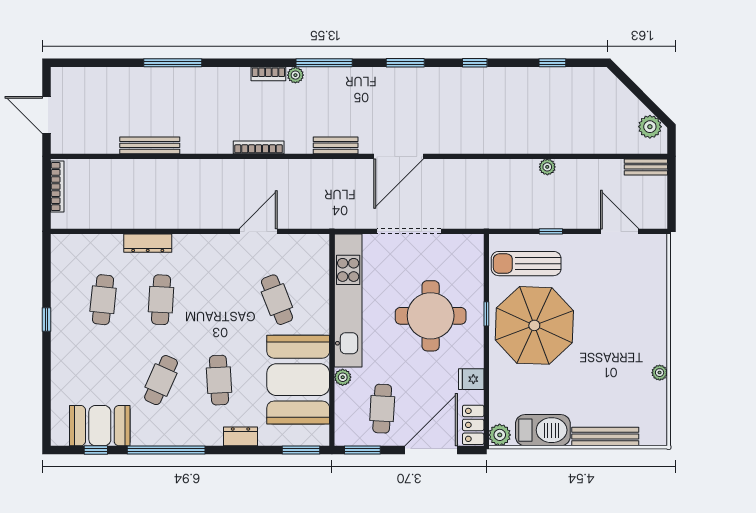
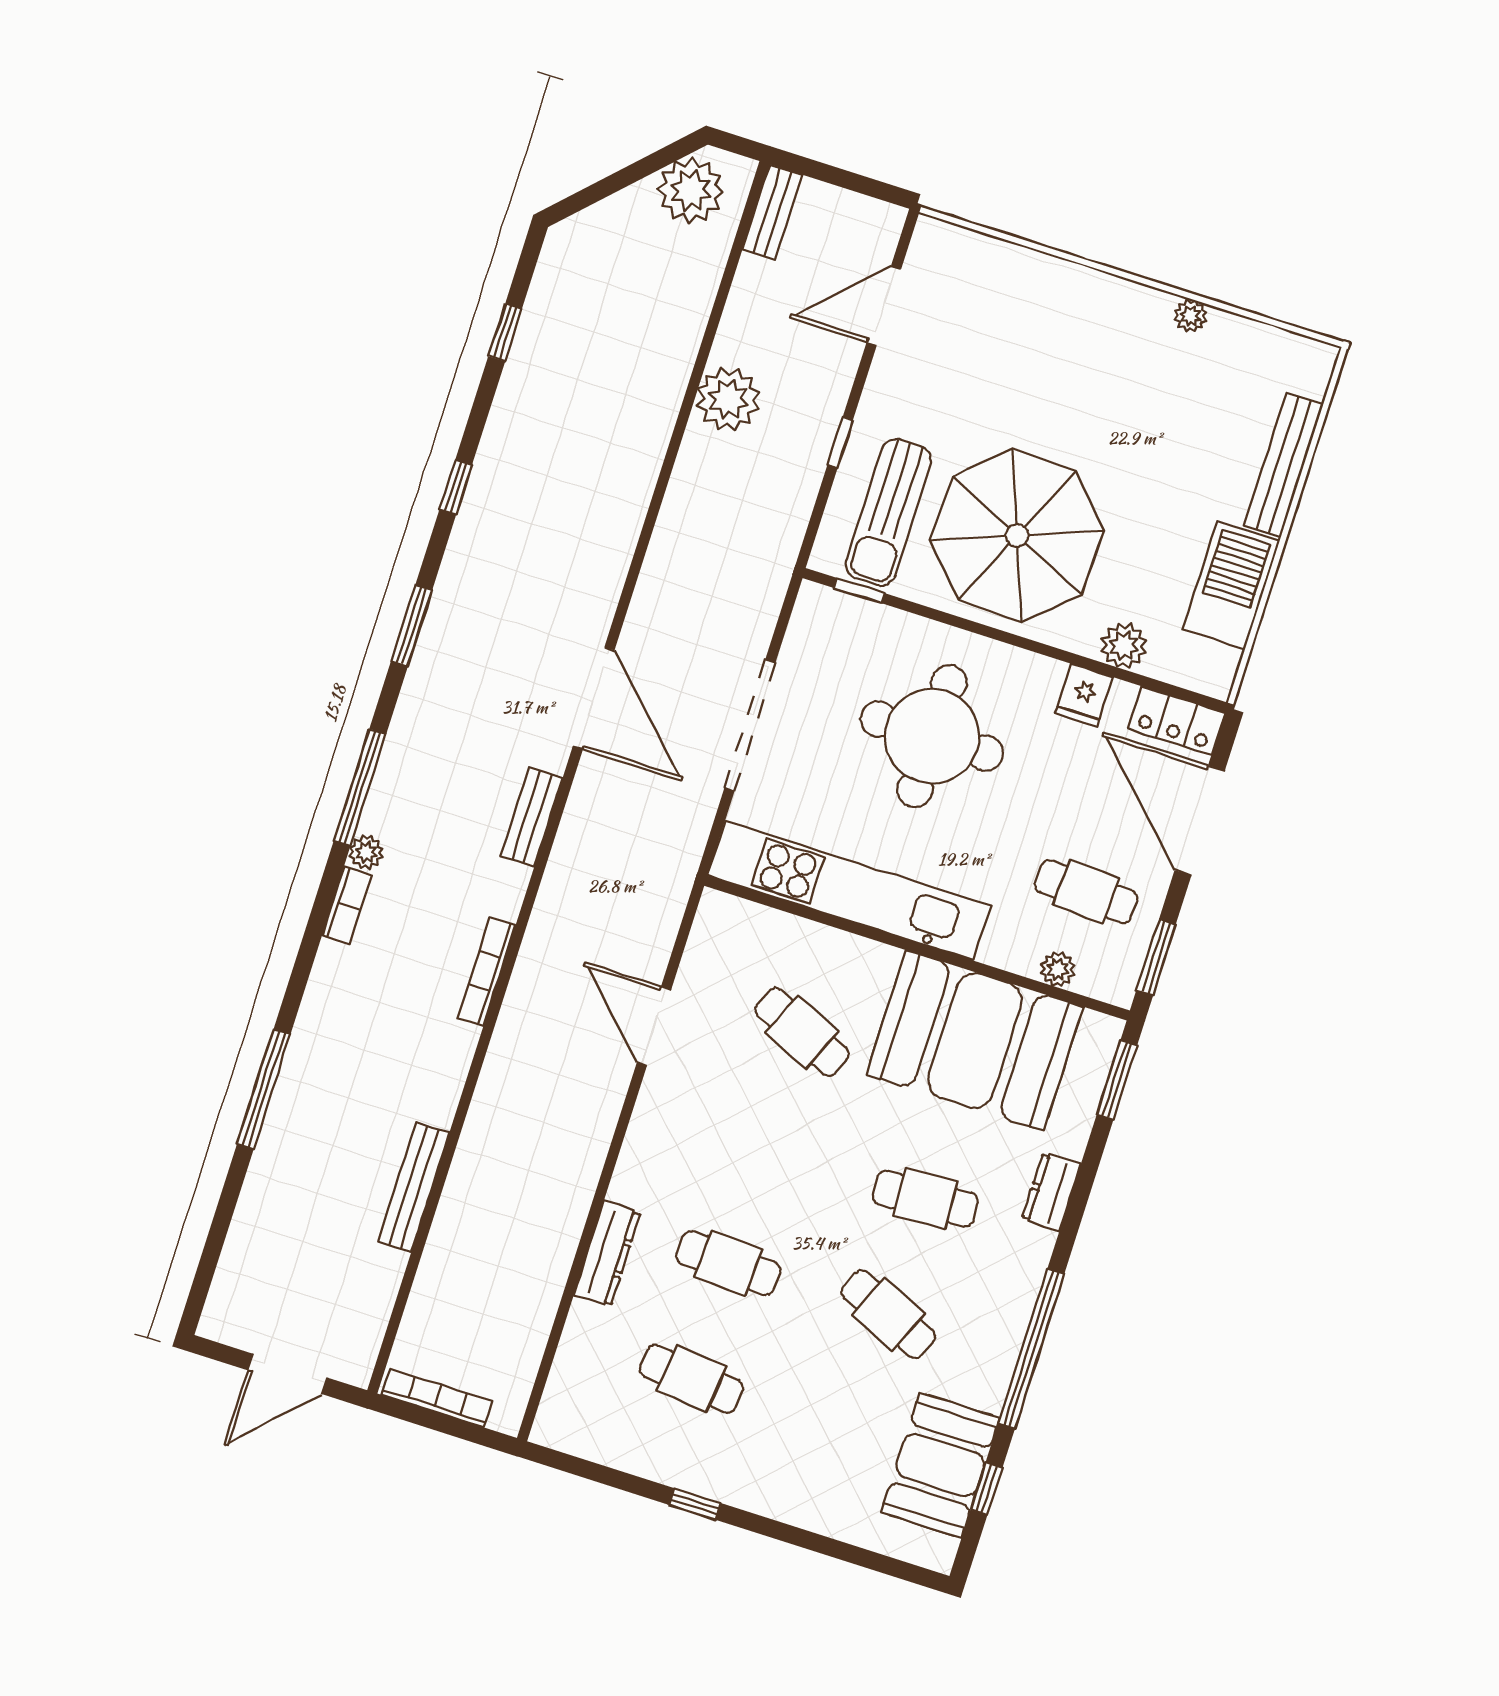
plant: (650, 127) -> (691, 191), width x1.36, depth x1.36
plant: (547, 167) -> (728, 399), width x1.88, depth x1.88
cafe table: (277, 300) -> (802, 1032), turned 45
window: (486, 314) -> (859, 591), moved
plant: (343, 377) -> (1058, 969), moved
plant: (500, 435) -> (1124, 646), moved

